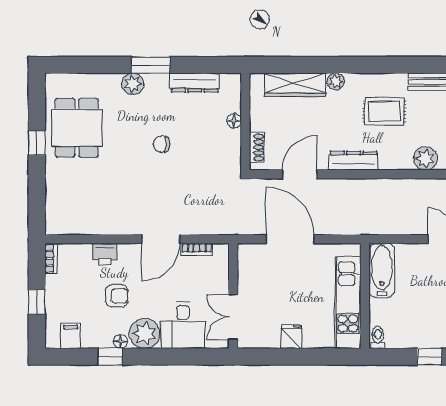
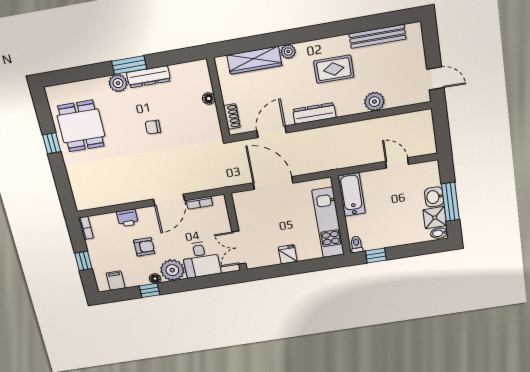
dresser: (195, 83) -> (149, 77), moved
window: (430, 357) -> (376, 256), moved

